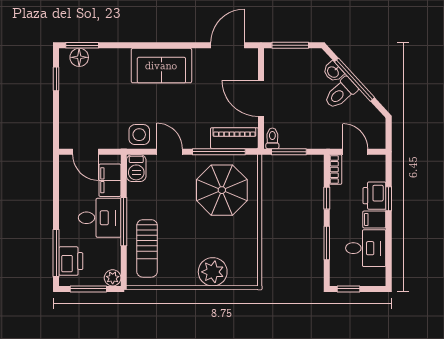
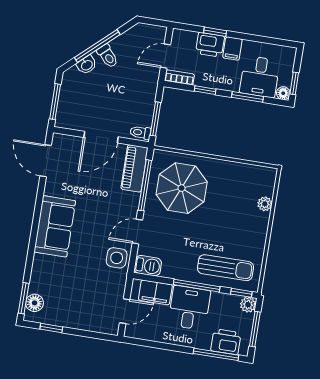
toilet: (341, 93) -> (108, 56), width x0.73, depth x0.72
desk: (366, 248) -> (260, 77), moved, turned 180
window: (124, 269) -> (241, 293), added
plant: (213, 272) -> (265, 204), width x0.53, depth x0.53
floor lamp: (337, 279) -> (283, 93), added

